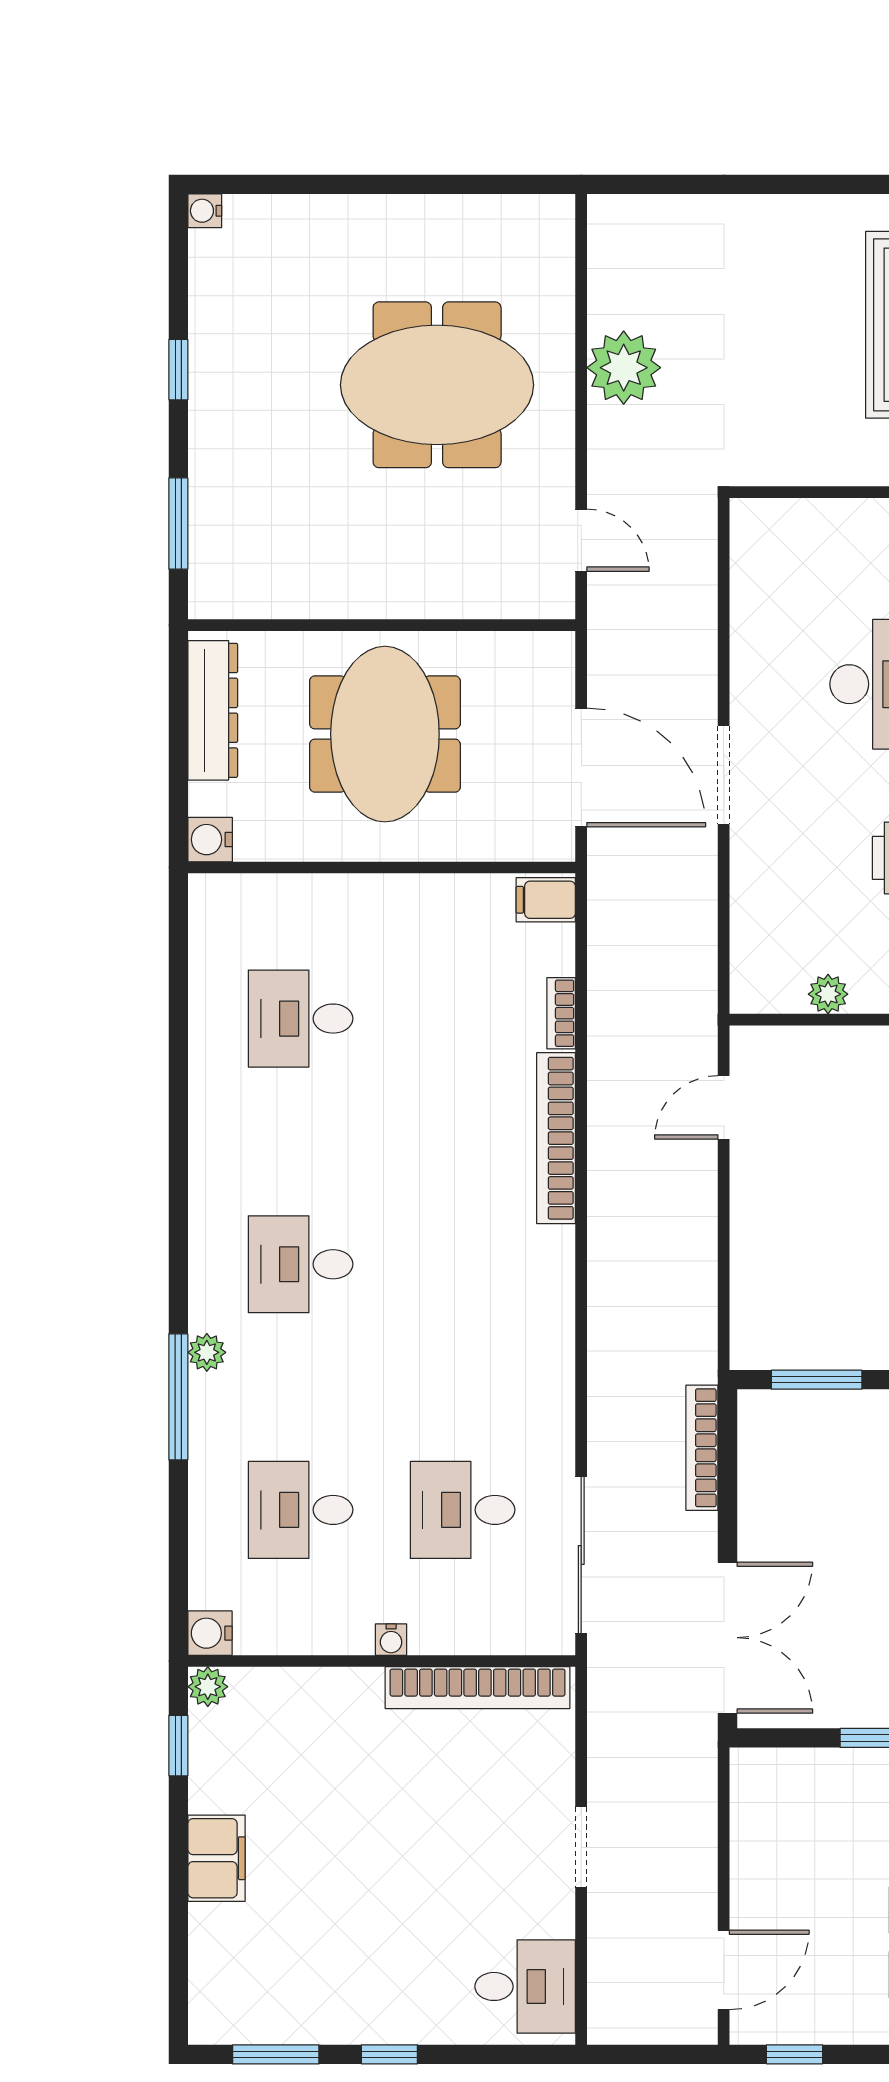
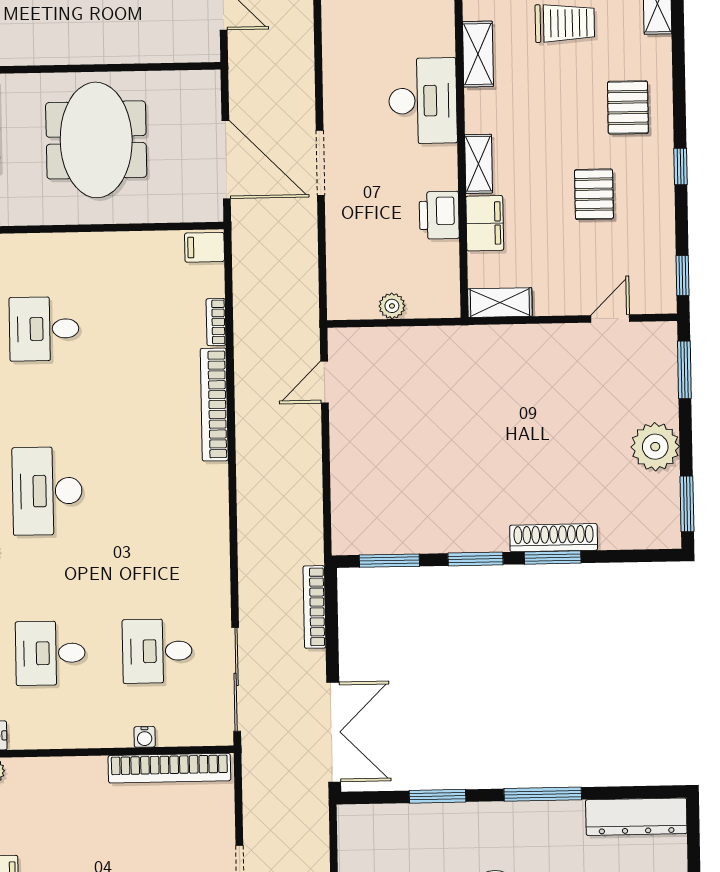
desk: (301, 1264) -> (47, 491), width x1.37
water cooler: (391, 1640) -> (145, 737), moved

